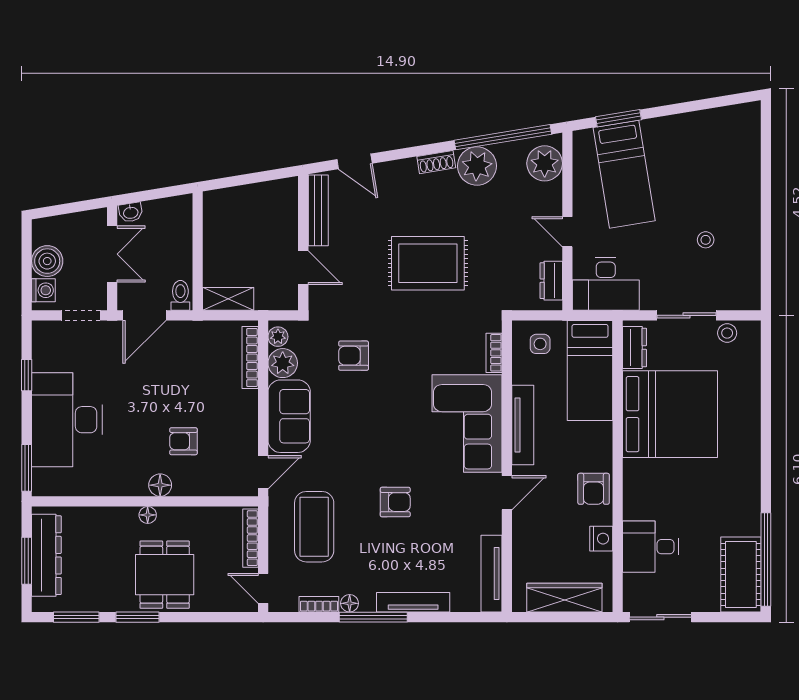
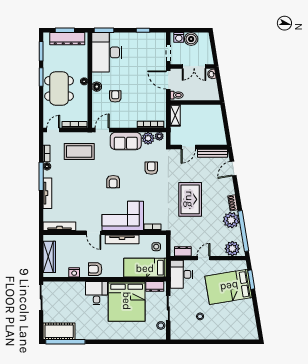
bed: (624, 174) -> (229, 287), width x1.50
desk: (67, 420) -> (107, 52), moved, turned -90
door: (263, 472) -> (102, 130), swing flipped
armchair: (395, 502) -> (113, 182), moved
desk: (651, 547) -> (97, 293), moved
dining table: (165, 575) -> (59, 88), width x1.37

